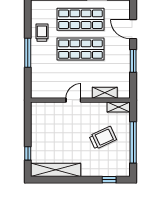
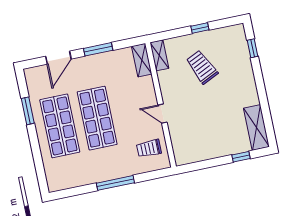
trolley: (42, 33) -> (149, 148), moved
shelving: (105, 93) -> (142, 60), moved
window: (133, 142) -> (200, 28), width x0.32
shelving: (56, 170) -> (256, 127), width x0.68

